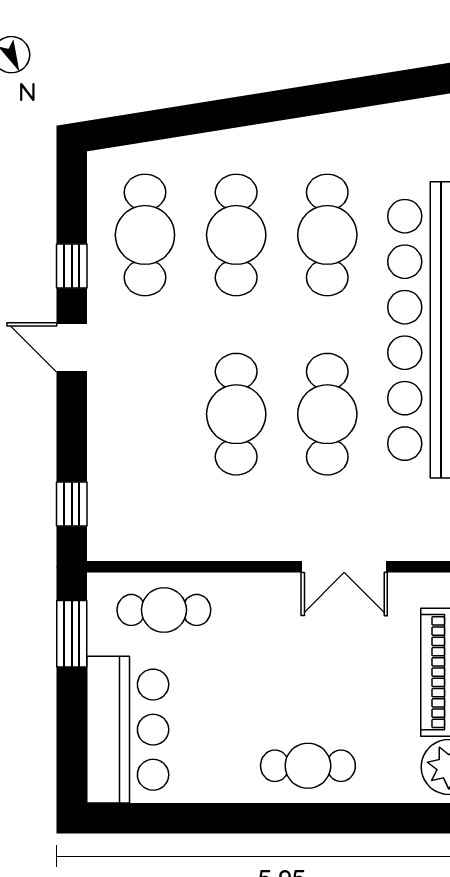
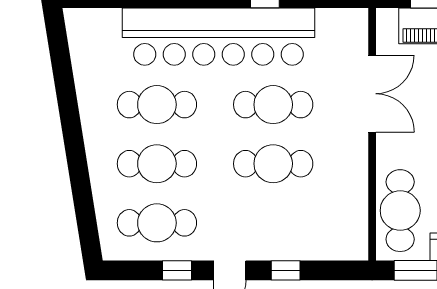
window: (72, 504) -> (286, 270), moved
double door: (344, 567) -> (372, 94), width x1.37
cafe table: (164, 610) -> (400, 211), width x1.37, depth x1.35

